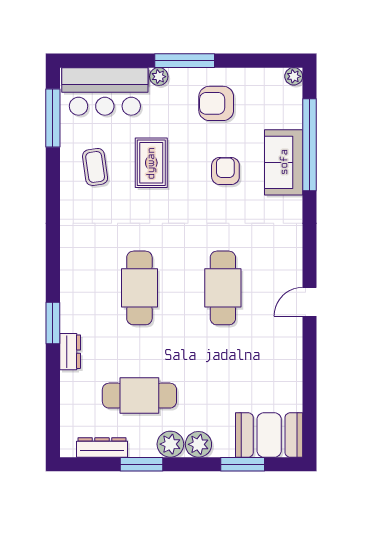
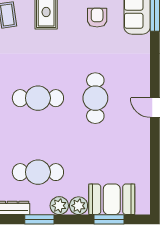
cafe table: (139, 288) -> (38, 98), turned 90
door: (309, 302) -> (155, 108), hinge flipped
booth: (269, 435) -> (112, 199), moved

